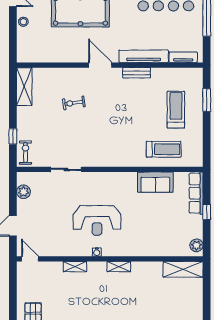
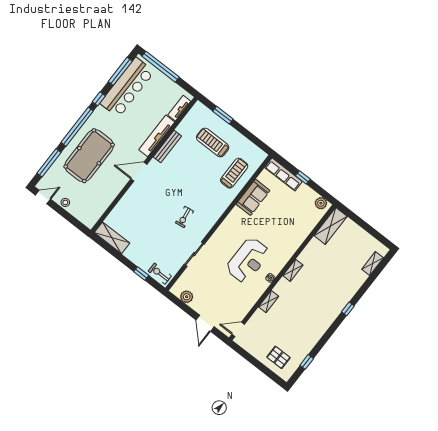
bench: (137, 73) -> (167, 147), width x1.36
exercise bike: (74, 103) -> (184, 217), moved

